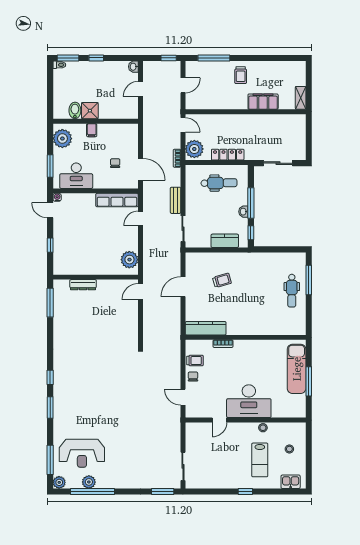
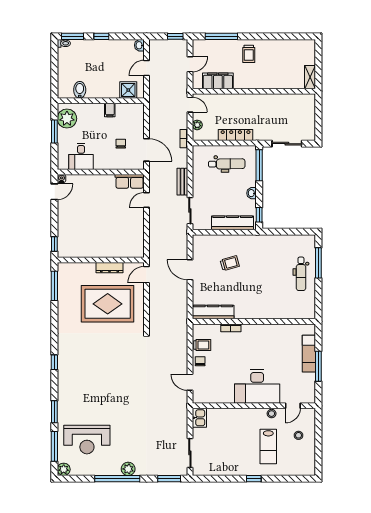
filing cabinet: (263, 102) -> (218, 81), moved
shower: (90, 111) -> (128, 90), moved
filing cabinet: (92, 130) -> (110, 110), moved
plant: (194, 149) -> (197, 125), width x0.53, depth x0.53
window: (50, 166) -> (54, 131), moved
desk: (76, 176) -> (81, 156), width x0.73
row of seats: (117, 200) -> (130, 181), width x0.68
window: (251, 203) -> (259, 165), moved
door: (50, 210) -> (54, 192), swing flipped
kitchen counter: (225, 241) -> (233, 223), width x1.50
window: (50, 245) -> (54, 244), moved
plant: (129, 260) -> (135, 242), removed
dresser: (83, 285) -> (110, 268), moved
door: (183, 287) -> (190, 270), hinge flipped
rug: (102, 320) -> (108, 304), added
exam couch: (297, 369) -> (309, 354), width x0.73, depth x0.69
window: (50, 407) -> (54, 412), moved
door: (219, 420) -> (293, 406), moved
plant: (89, 482) -> (128, 469), moved
kitchen sink: (291, 482) -> (199, 418), moved, turned 90
window: (92, 492) -> (117, 479), moved

